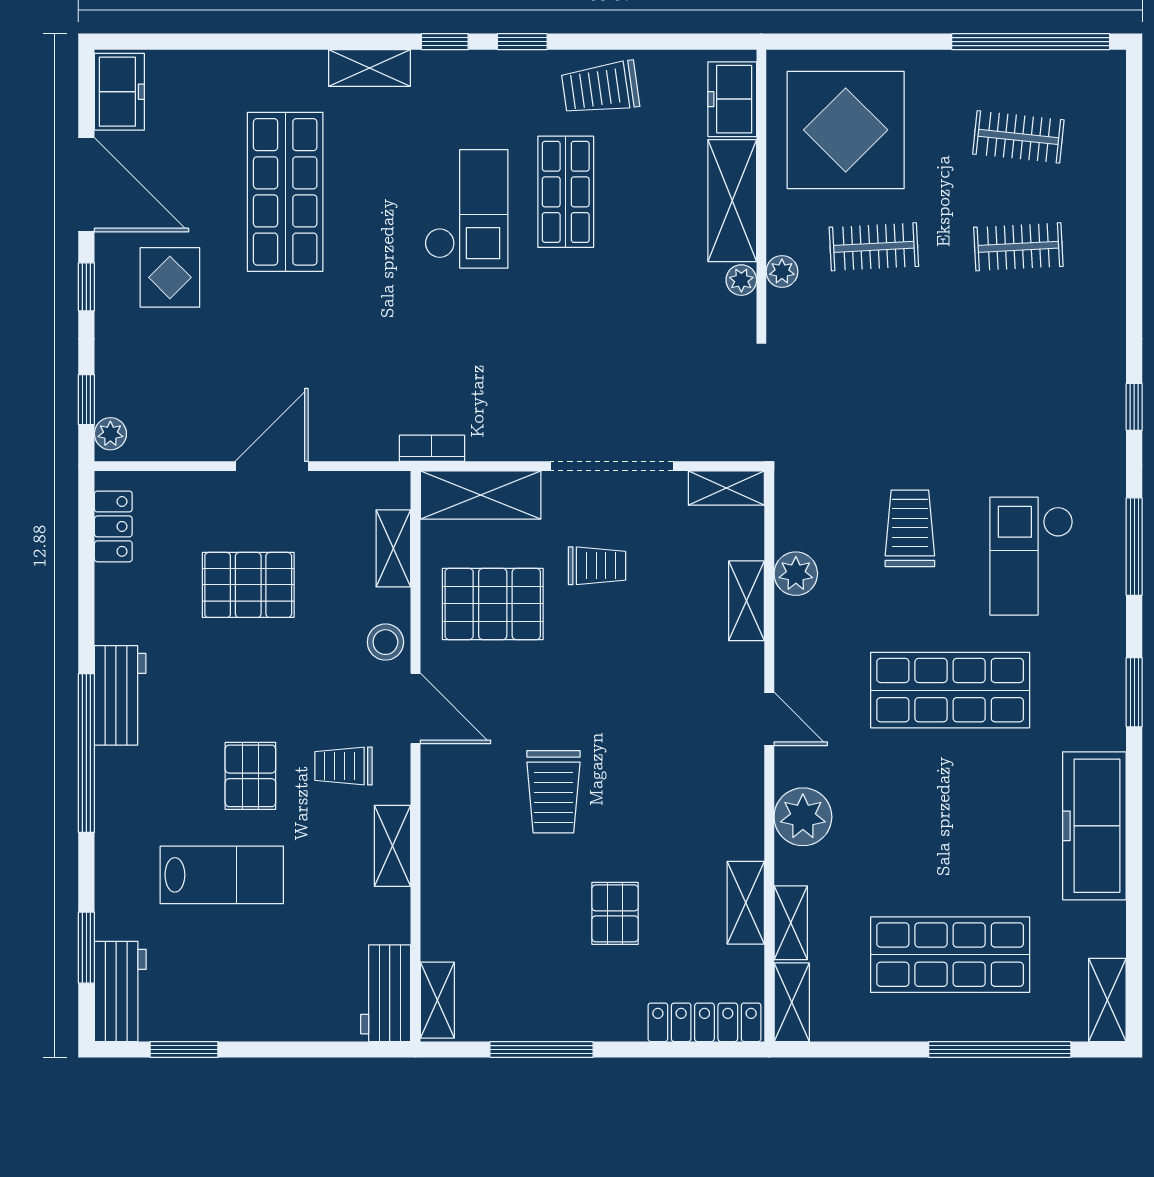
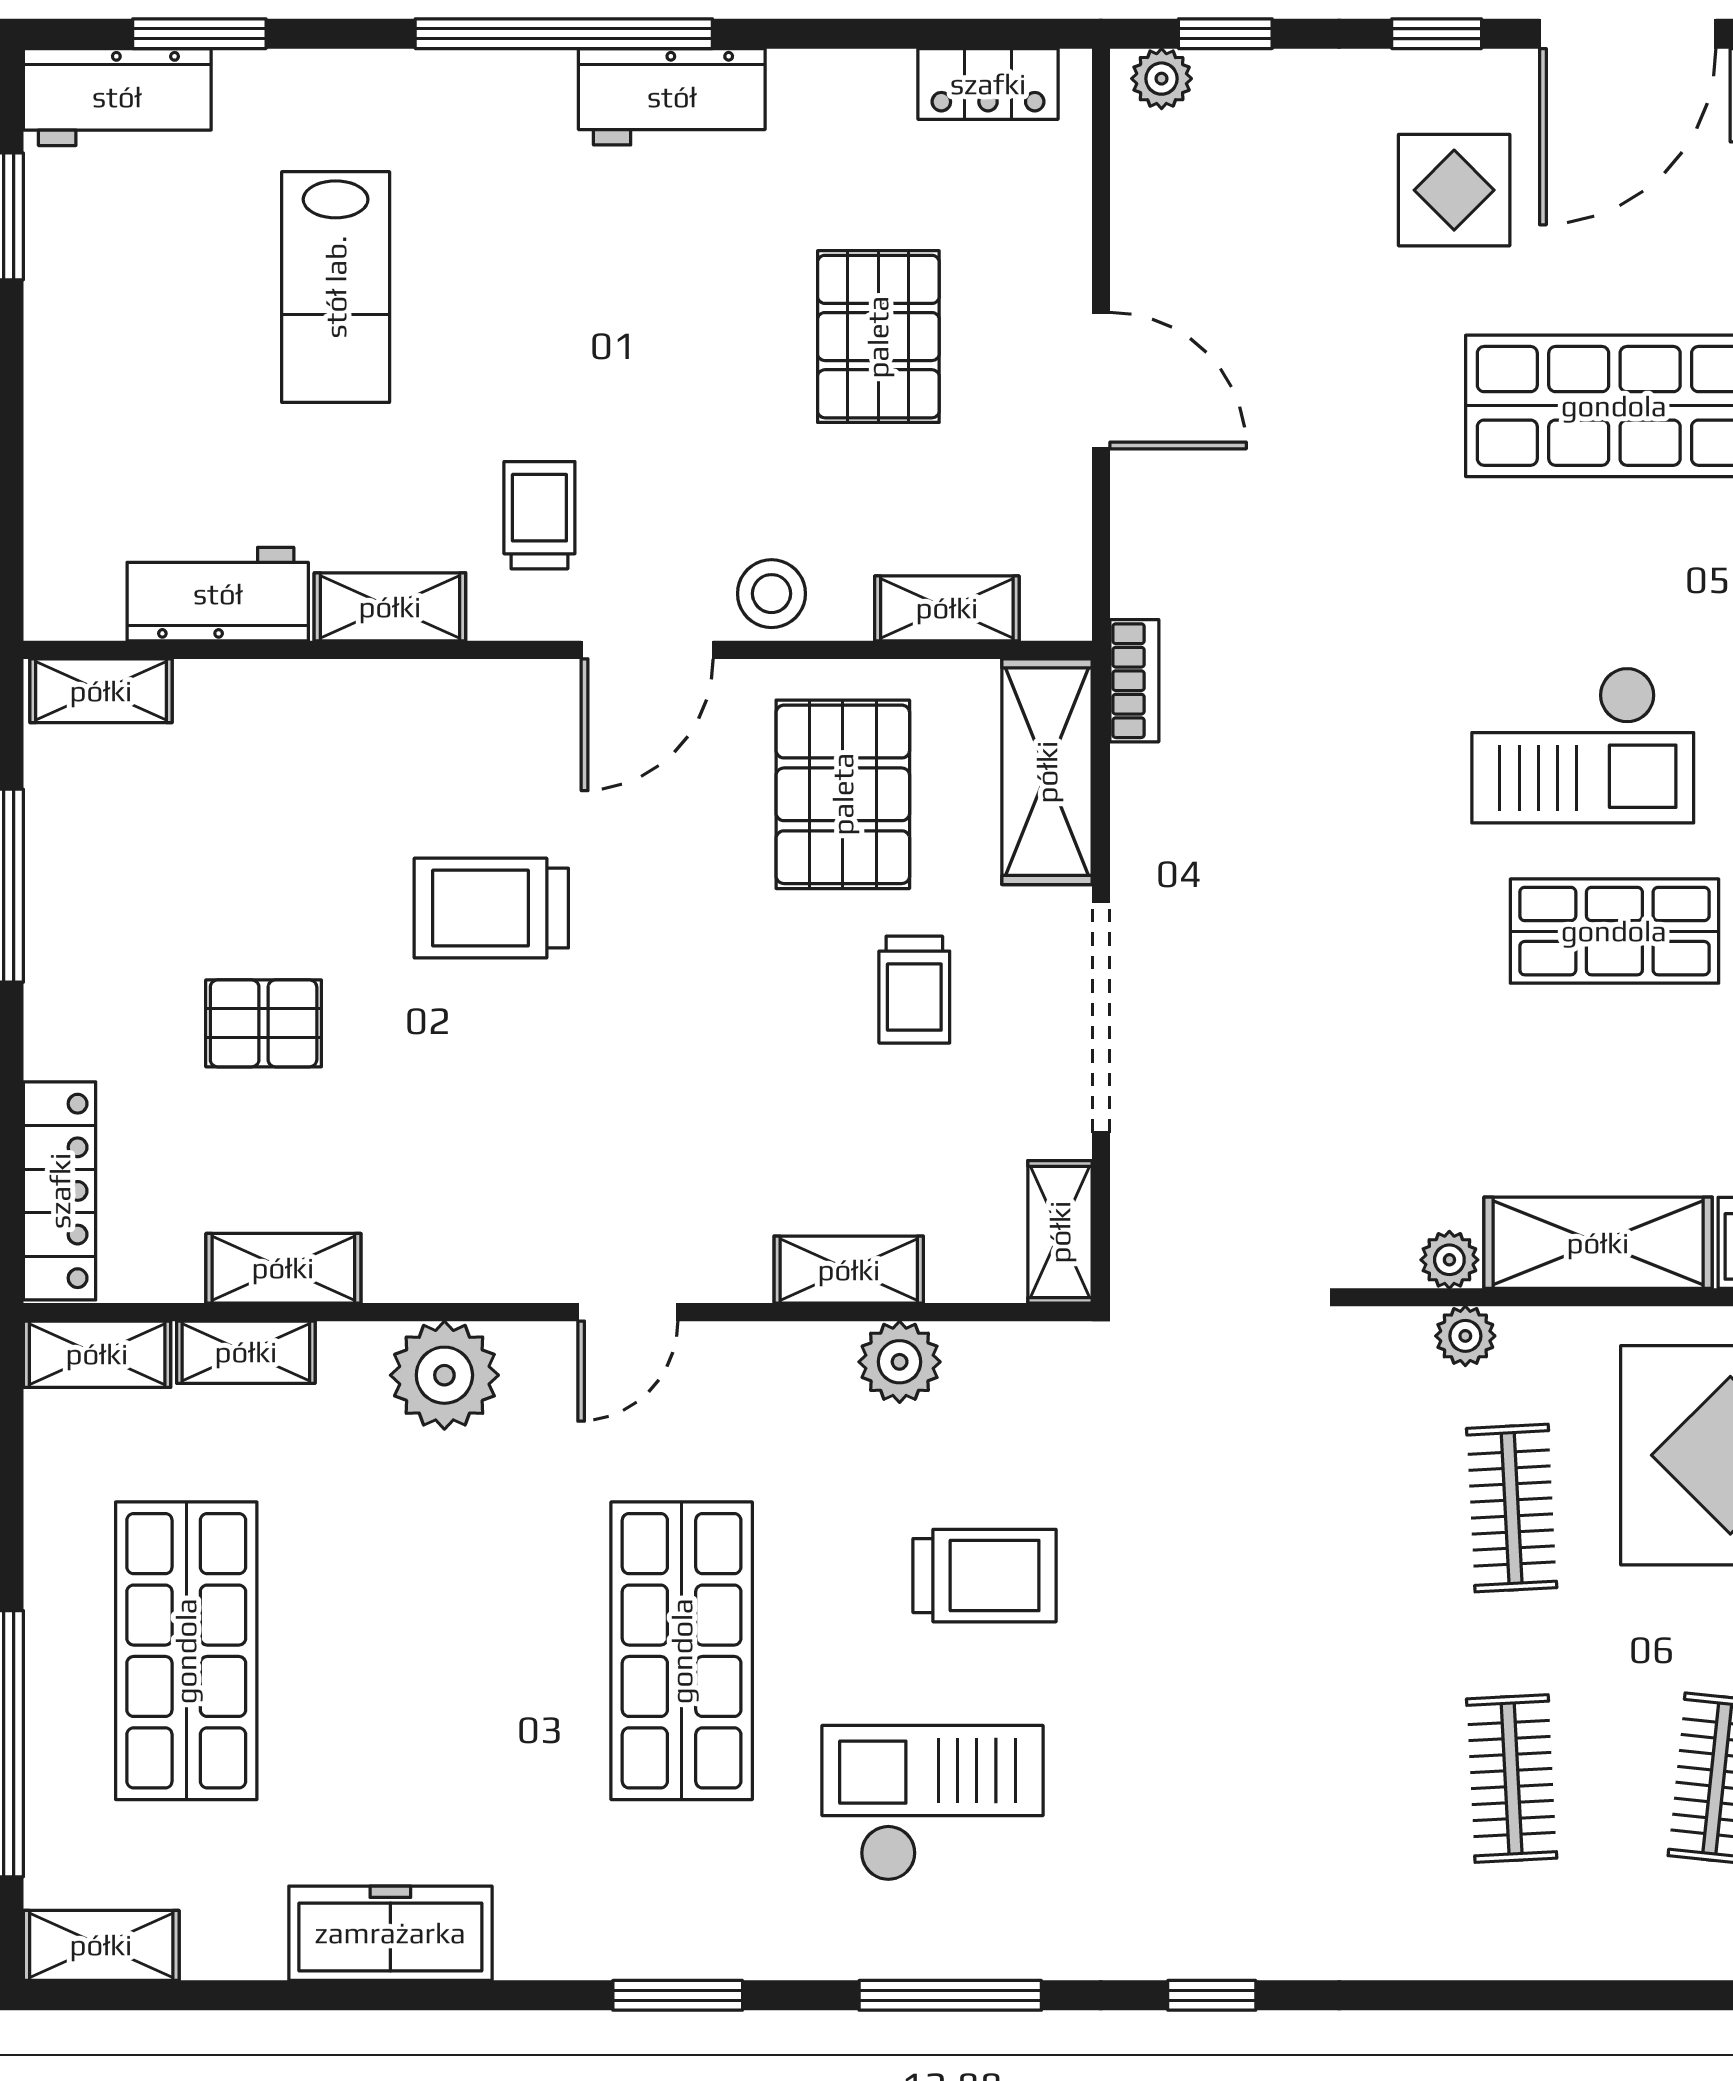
pallet: (250, 776) -> (521, 341), removed
freezer: (1094, 826) -> (390, 1933), width x0.73, depth x0.79
workbench: (386, 993) -> (218, 594), moved

